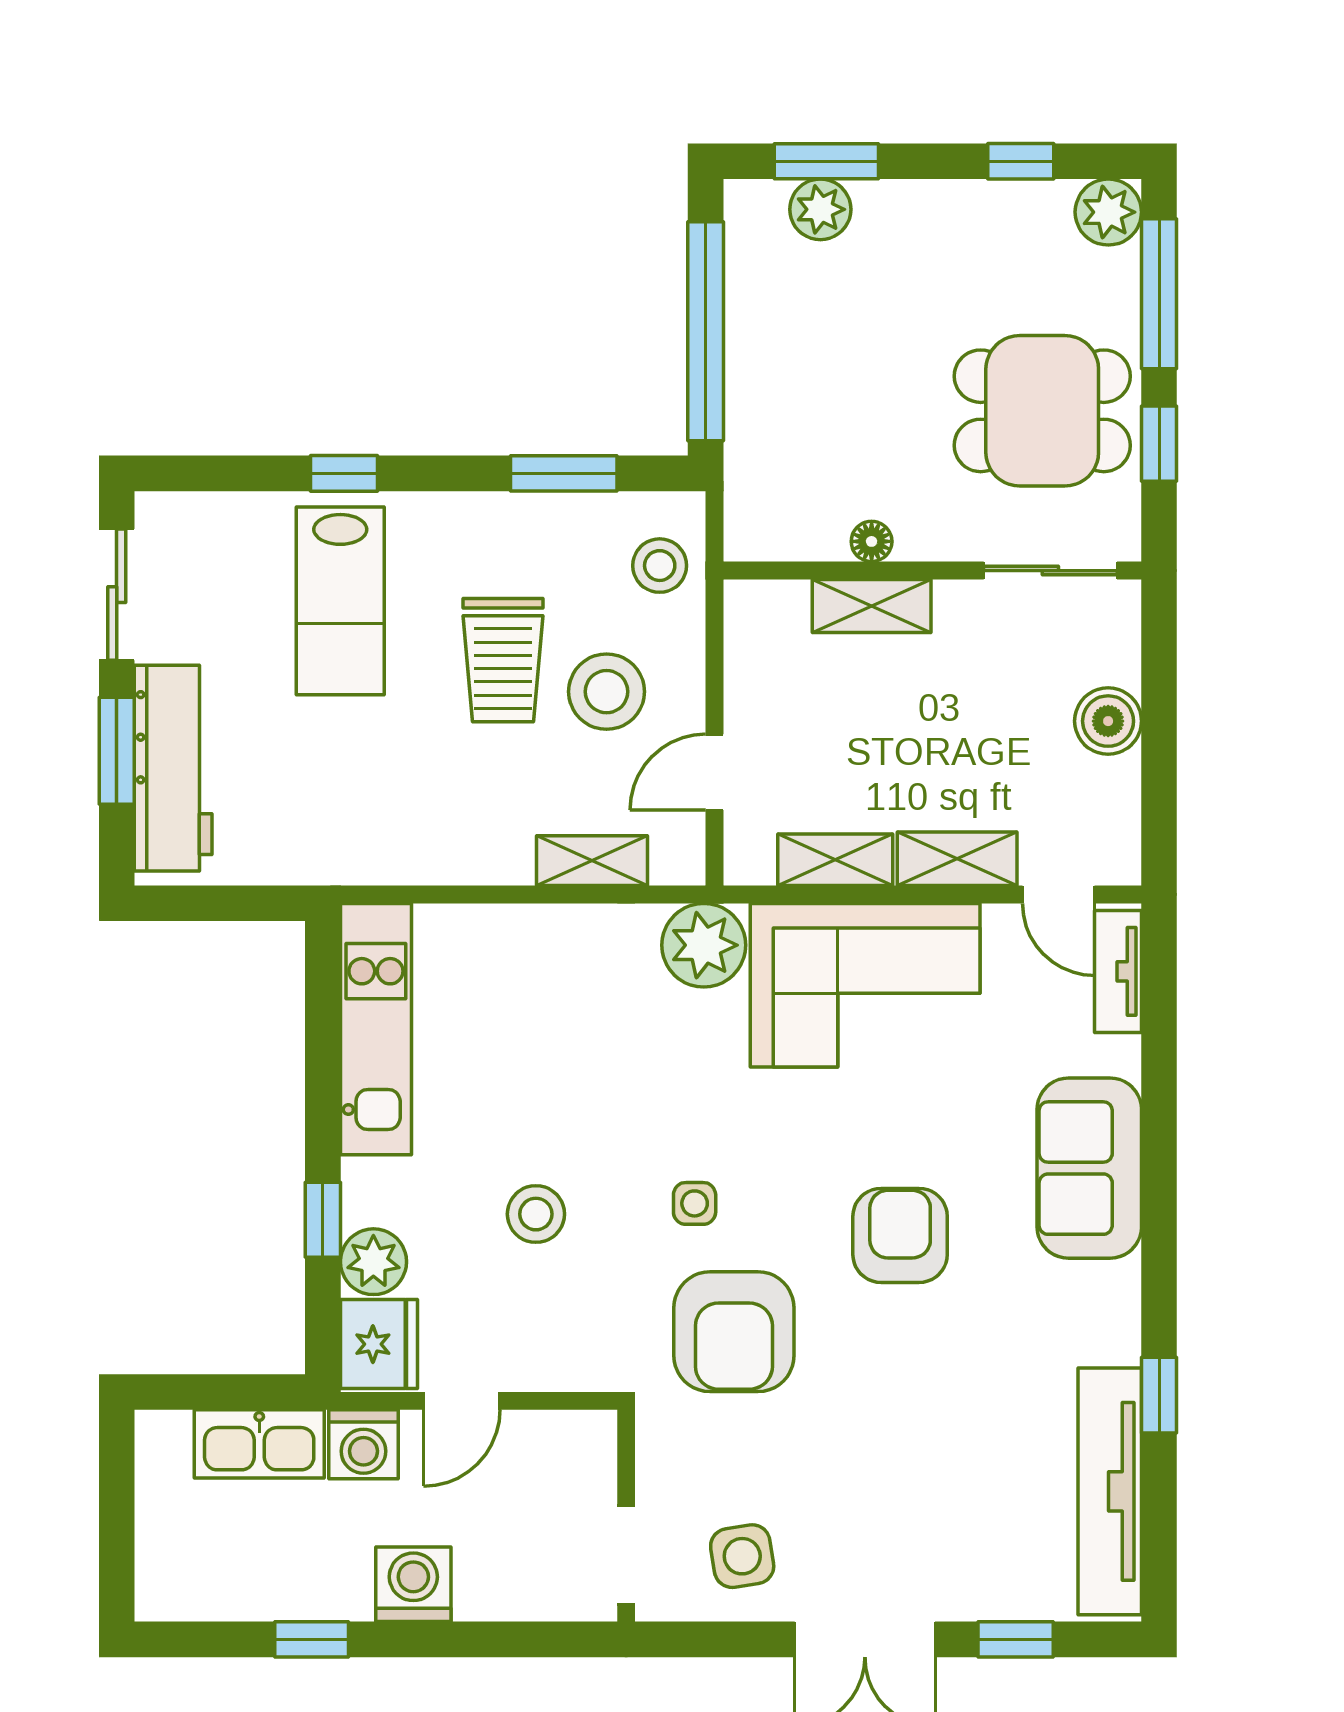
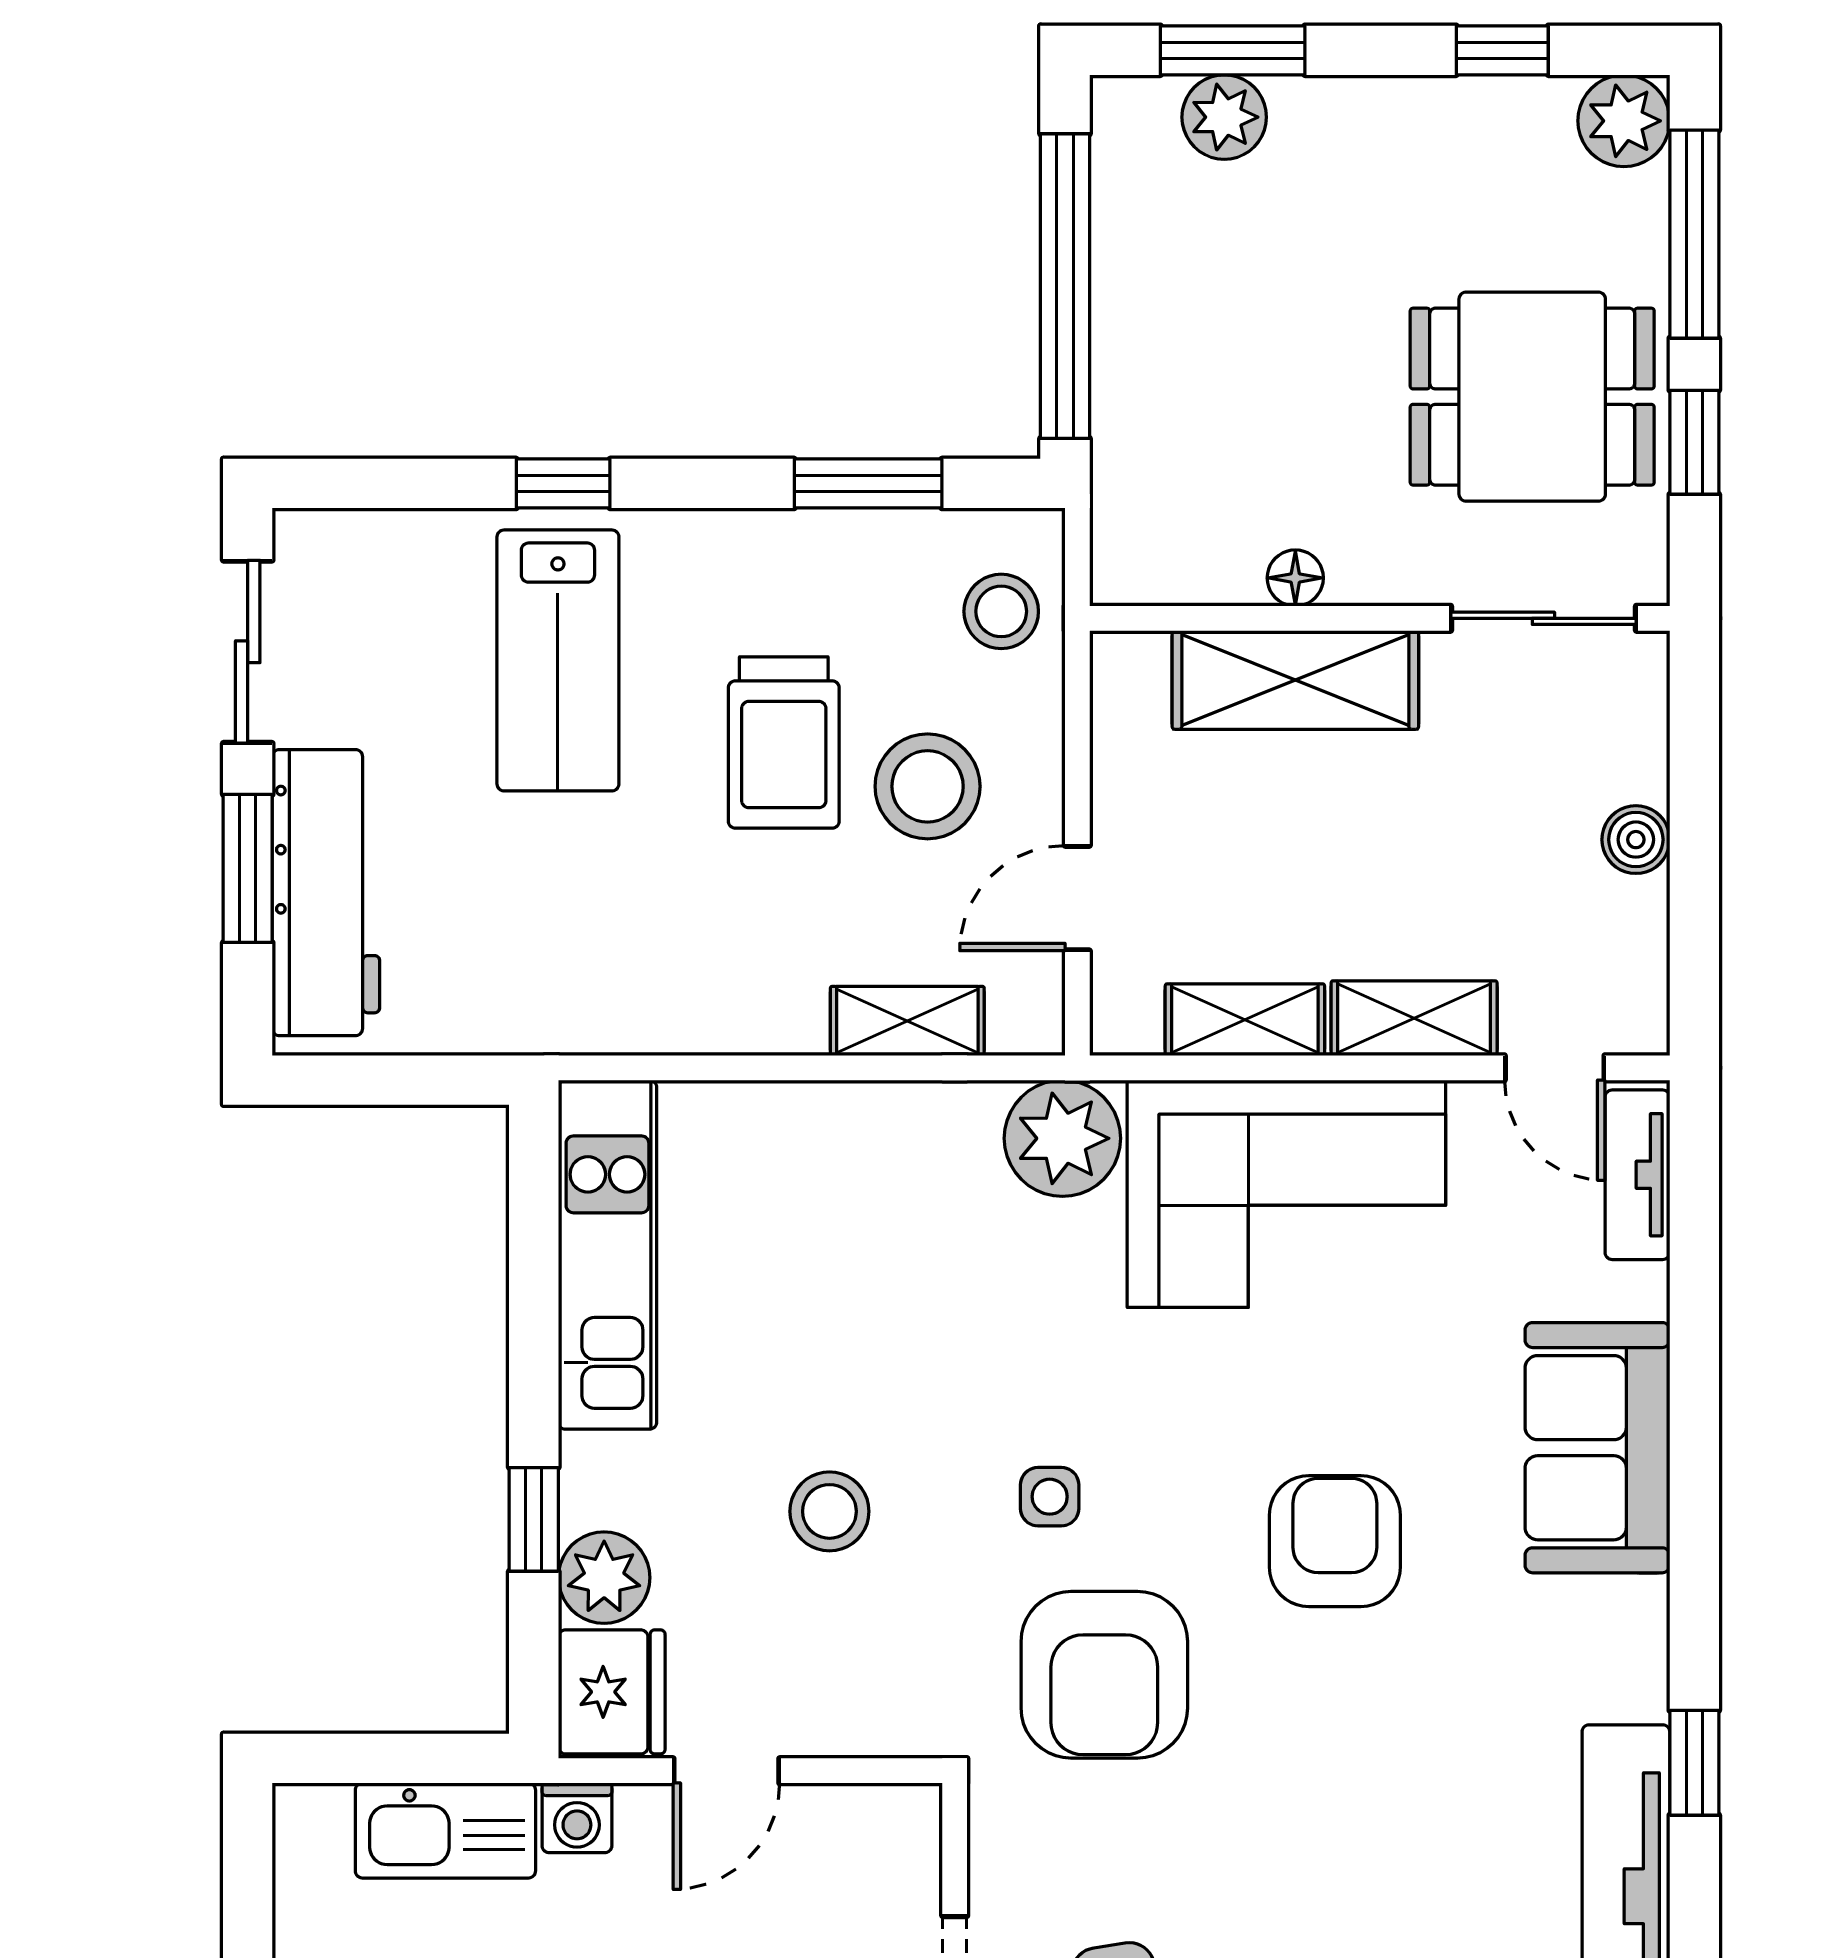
shelving: (872, 606) -> (1295, 680), width x1.50, depth x1.33
boiler: (1108, 721) -> (1636, 840), width x0.73, depth x0.73
washing machine: (363, 1444) -> (577, 1818), width x0.73, depth x0.73

